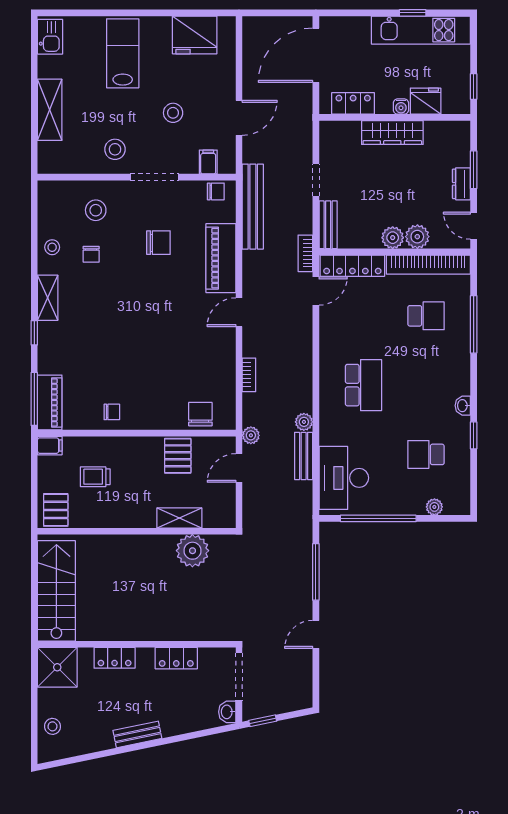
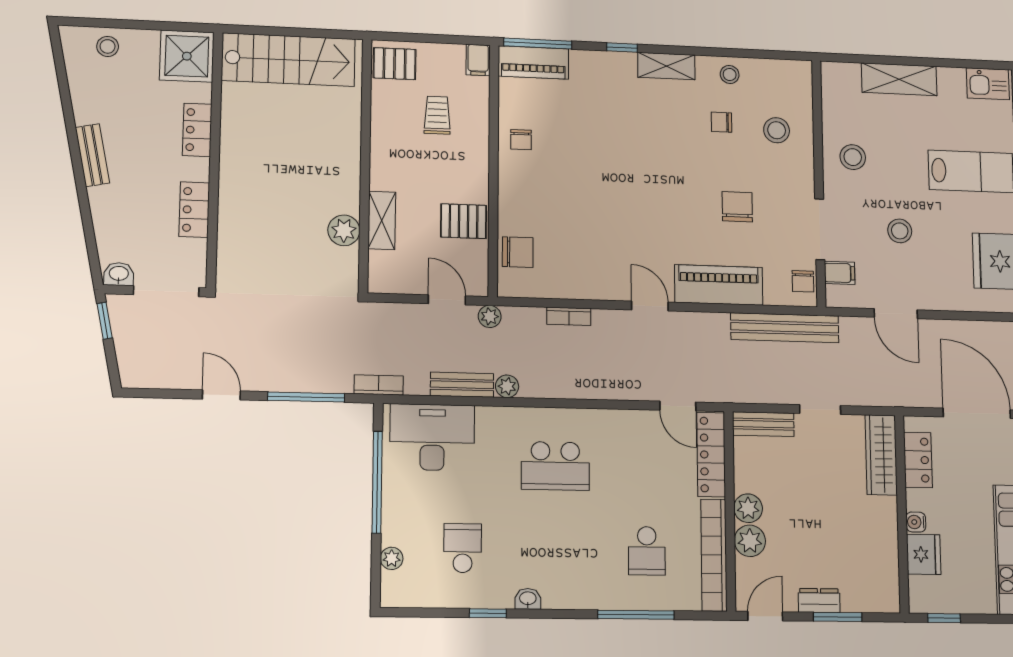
wardrobe: (392, 133) -> (881, 455), moved
doorway: (154, 177) -> (820, 229), moved
chair: (158, 243) -> (737, 207), turned 180
bookcase: (305, 253) -> (379, 385), moved
plant: (192, 551) -> (344, 230), width x0.73, depth x0.73

